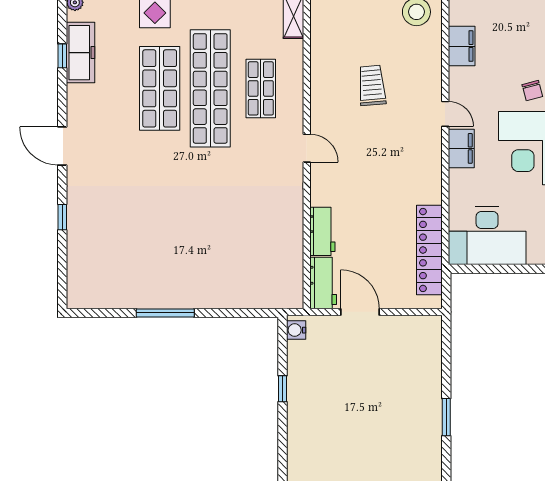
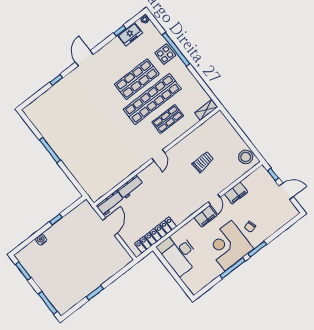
filing cabinet: (462, 46) -> (236, 193), moved
freezer: (80, 53) -> (130, 34), width x0.71
water cooler: (296, 330) -> (41, 240), moved

